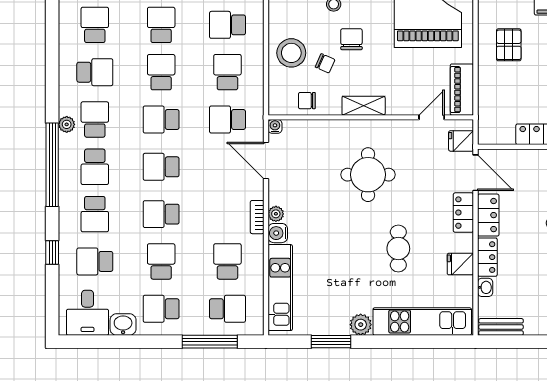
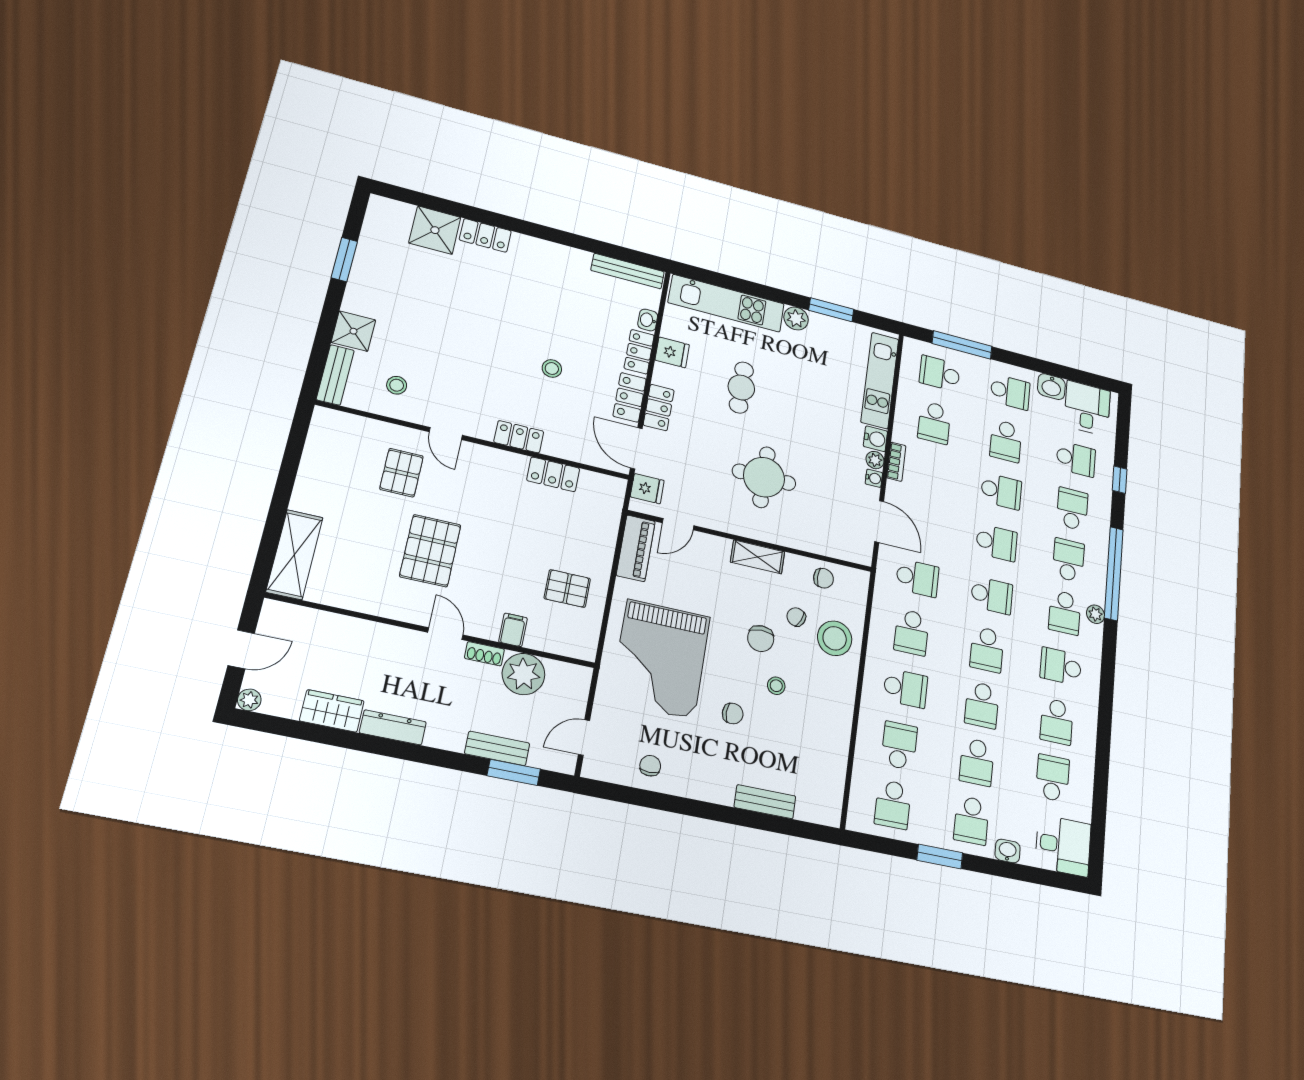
pallet: (509, 45) -> (567, 589), turned 90
water cooler: (275, 126) -> (874, 478), moved, turned -90
bench: (501, 327) -> (628, 271), width x1.36

